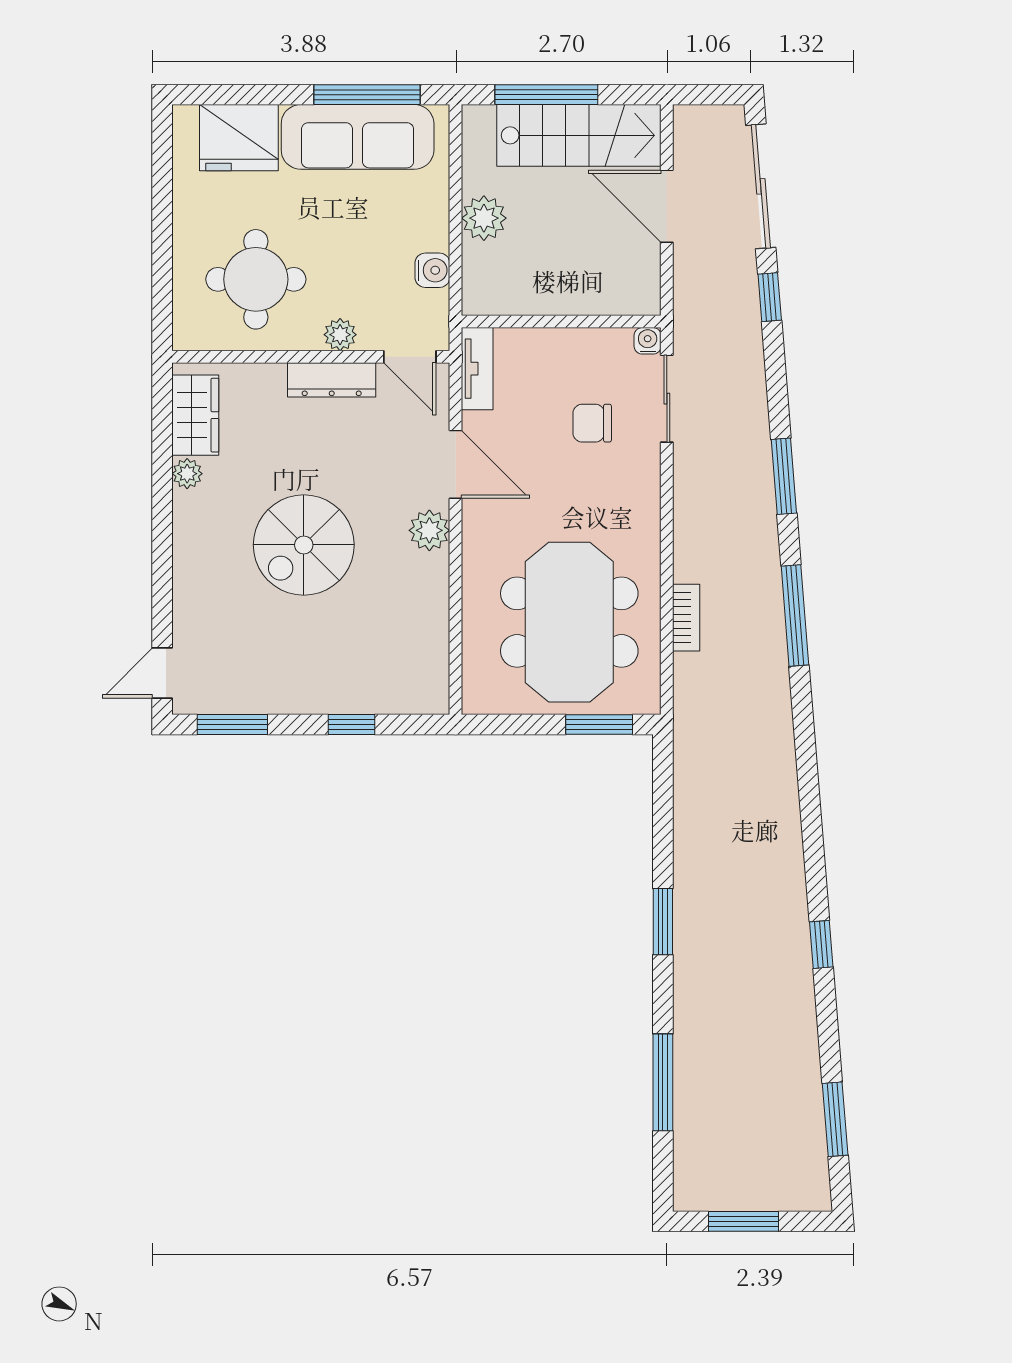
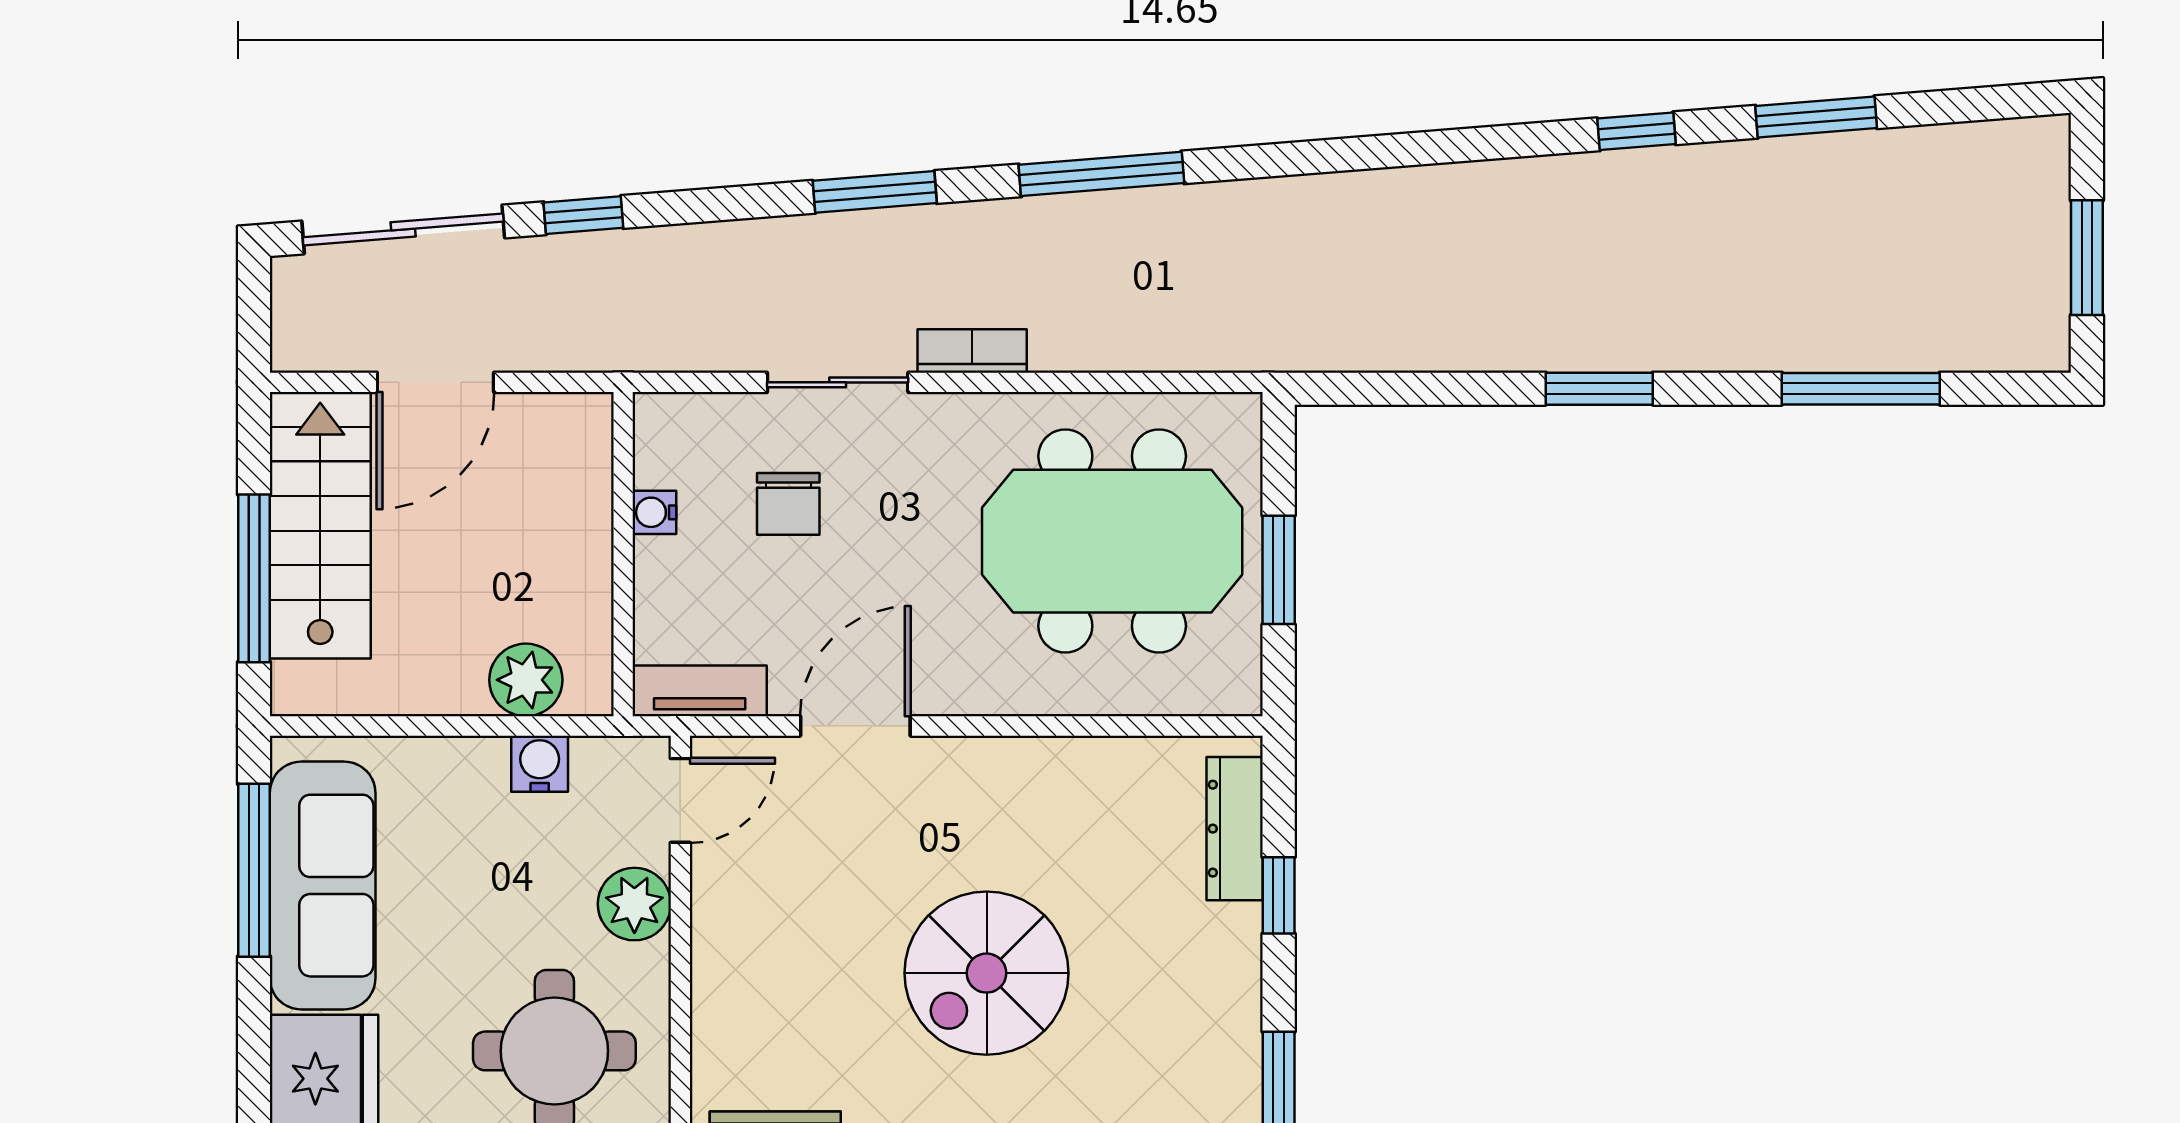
plant: (484, 218) -> (526, 680), moved
plant: (340, 335) -> (634, 904), width x1.38, depth x1.38
water cooler: (648, 341) -> (654, 512), moved
dresser: (332, 380) -> (1235, 829), moved, turned 180
sliding door: (667, 399) -> (838, 382), moved
plant: (429, 530) -> (963, 769), removed
spiral stairs: (304, 545) -> (987, 973), turned 90
bookcase: (686, 618) -> (972, 351), moved
window: (599, 724) -> (1279, 570), moved
window: (835, 1119) -> (1816, 117), moved

